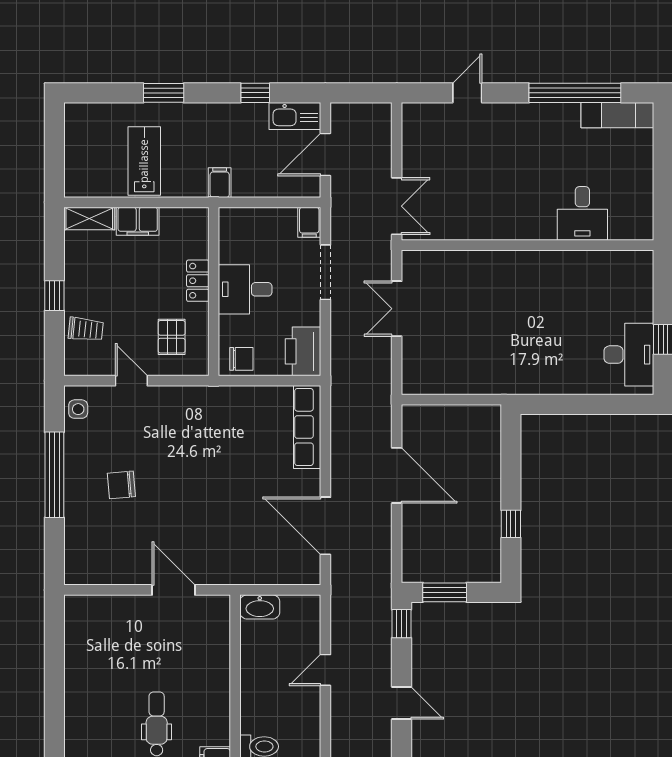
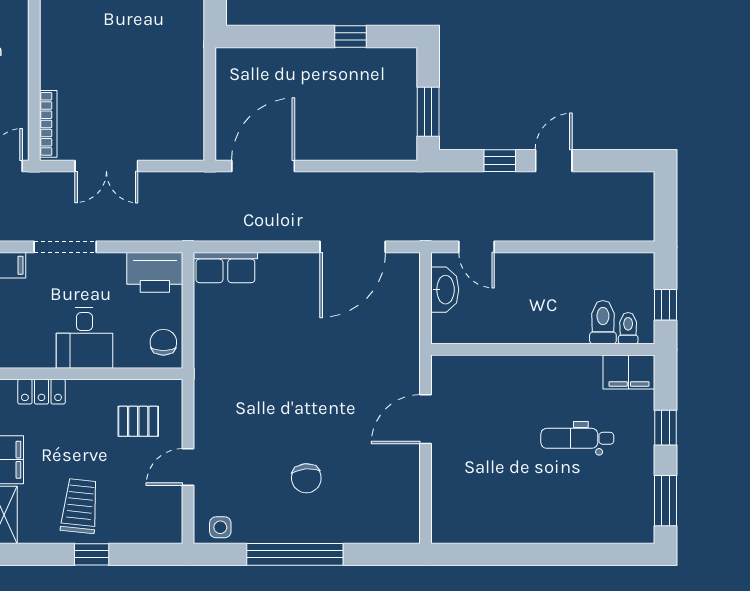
bookcase: (434, 257) -> (48, 124), added
locker: (198, 281) -> (41, 392), moved
trolley: (86, 329) -> (80, 506), moved, width x1.36, depth x1.39
row of seats: (307, 427) -> (225, 268), width x0.68
door: (397, 475) -> (263, 166), moved
washbasin: (260, 607) -> (445, 290), moved
window: (401, 624) -> (500, 161), moved
door: (325, 670) -> (477, 247), moved

